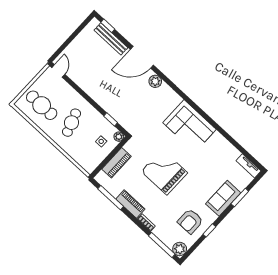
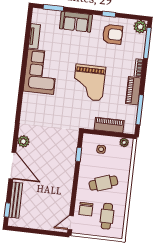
chair: (60, 92) -> (86, 209), added
cafe table: (42, 105) -> (107, 216), width x0.73, depth x0.74
corner sofa: (190, 126) -> (41, 72), moved
plant: (119, 137) -> (124, 142), moved
tv unit: (248, 166) -> (34, 36), moved
window: (240, 198) -> (53, 8), moved

